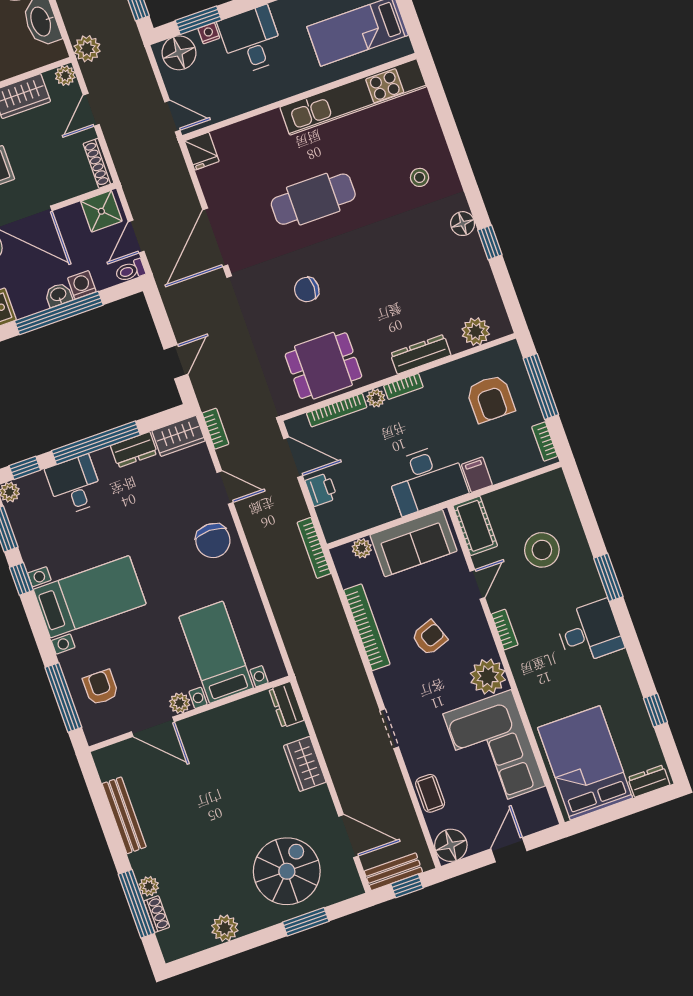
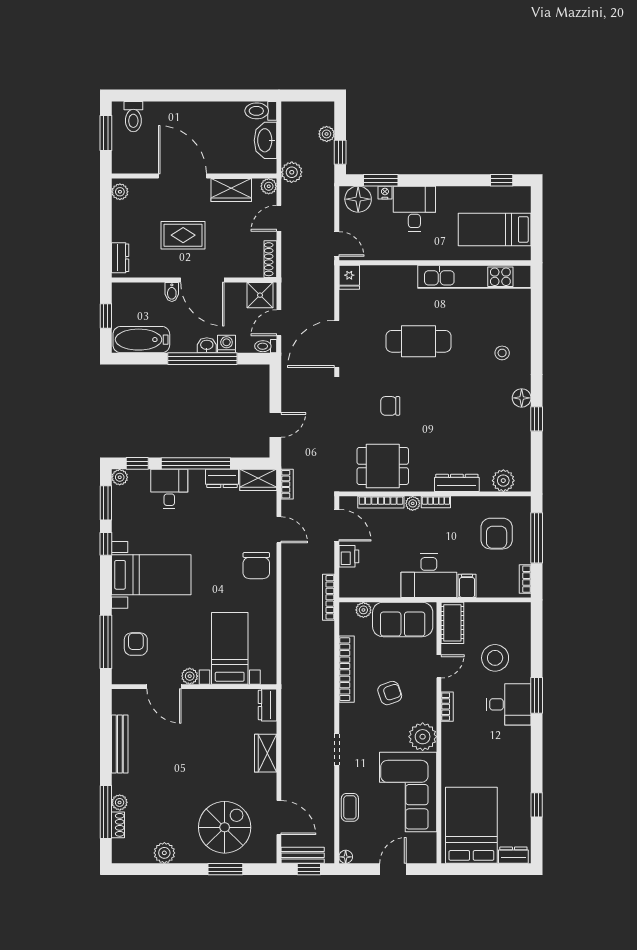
desk: (589, 632) -> (509, 704), moved
floor lamp: (451, 845) -> (346, 857), width x0.53, depth x0.53

